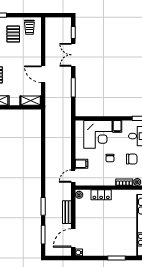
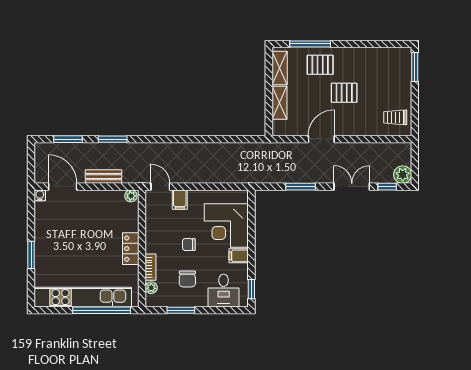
plant: (66, 23) -> (403, 175), added
pallet: (13, 34) -> (344, 93), moved
shelving: (31, 101) -> (279, 103), moved
locker: (101, 195) -> (131, 249), moved

